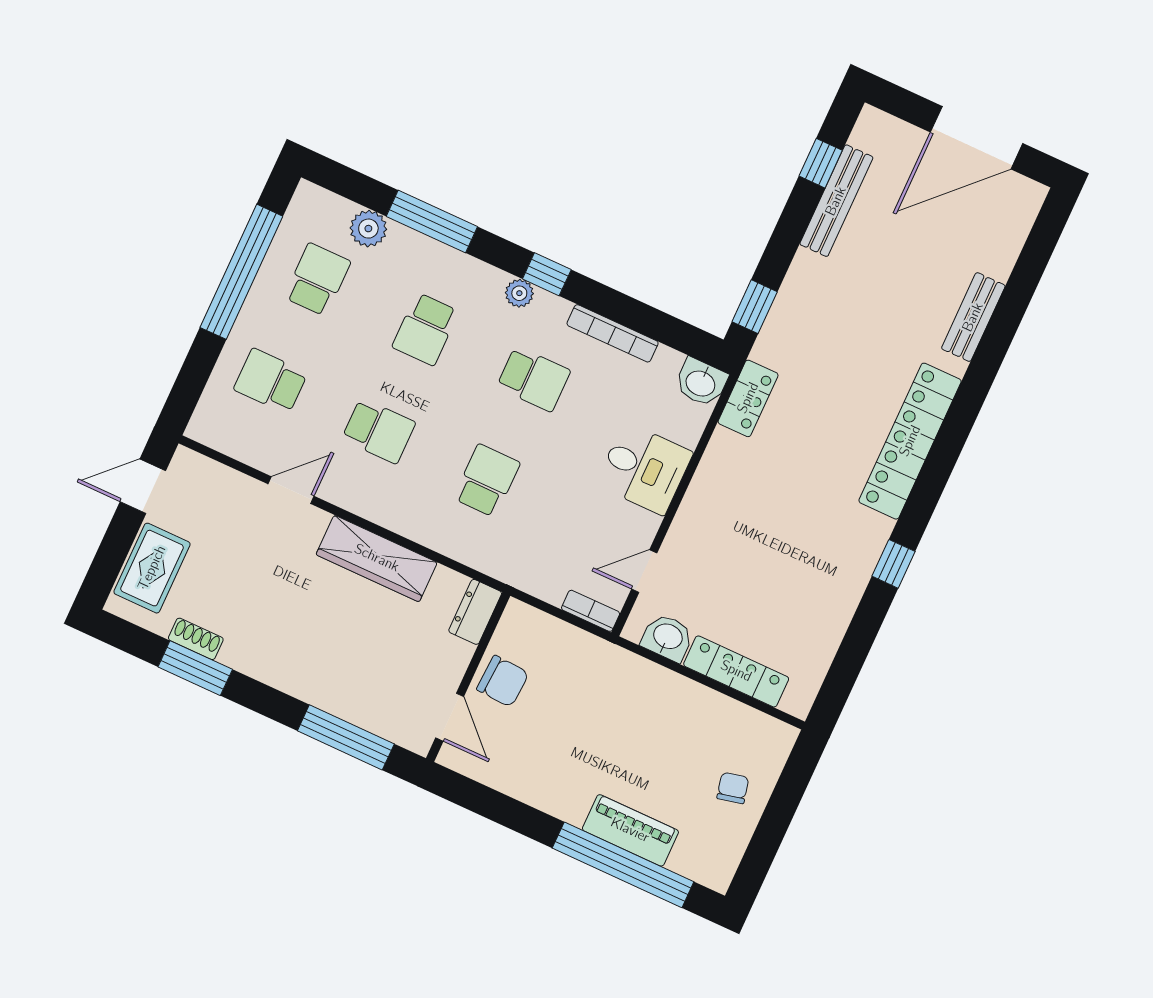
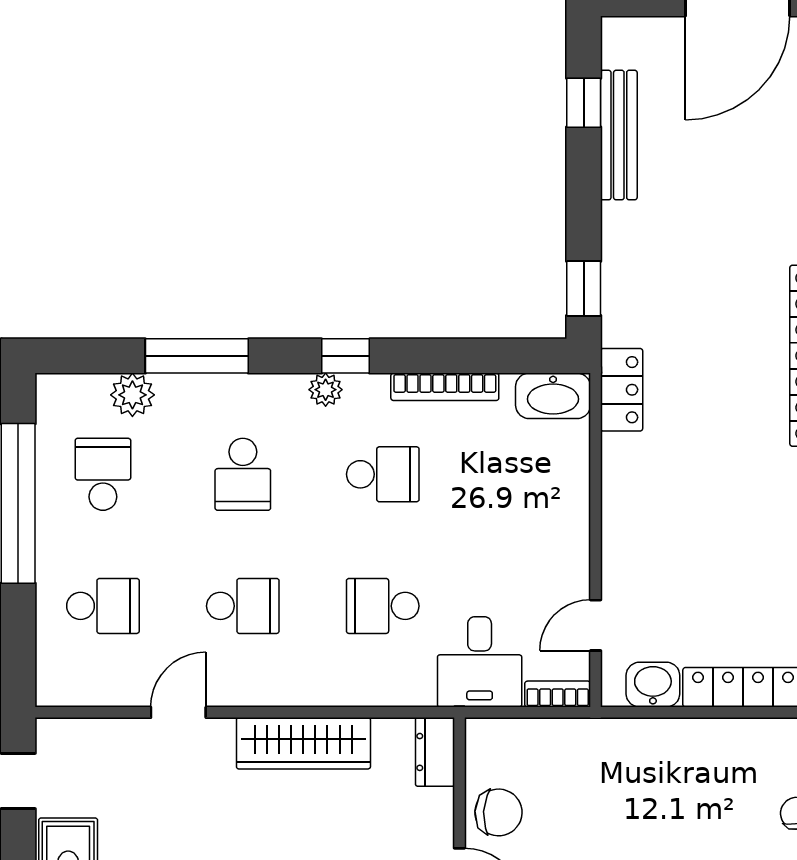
school desk: (271, 381) -> (103, 606), turned 180
washbasin: (701, 382) -> (553, 396), width x1.38
desk: (644, 469) -> (480, 662), moved, turned 90
school desk: (487, 481) -> (383, 606), turned -90

